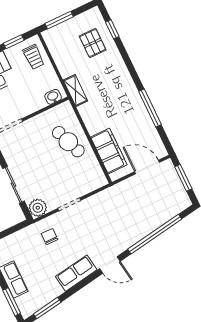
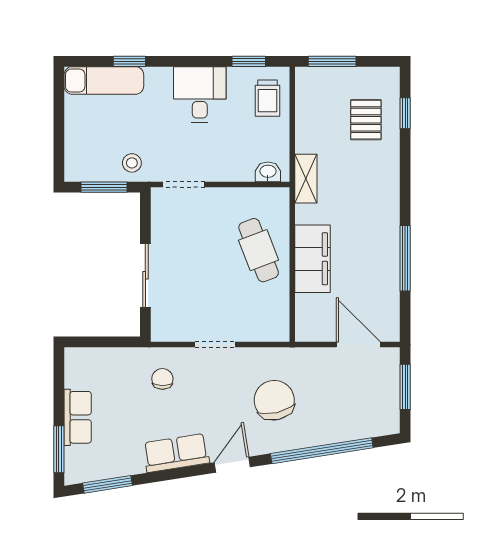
filing cabinet: (109, 151) -> (313, 259), moved
plant: (38, 208) -> (165, 327), removed
chair: (116, 219) -> (274, 400), added
door: (110, 265) -> (232, 465), swing flipped

